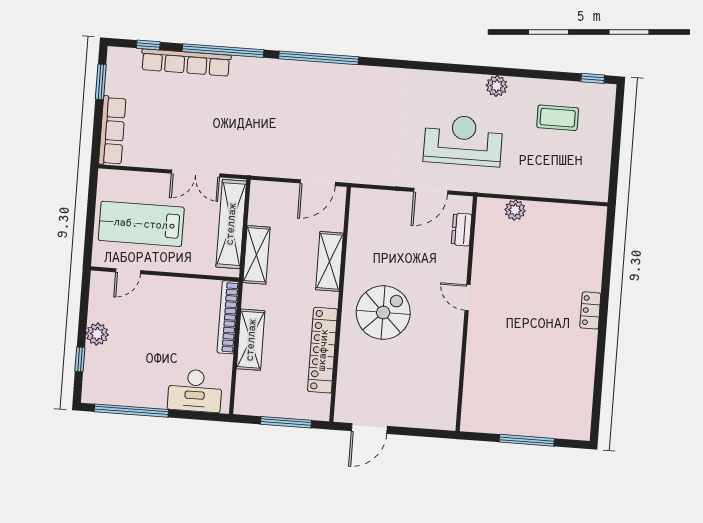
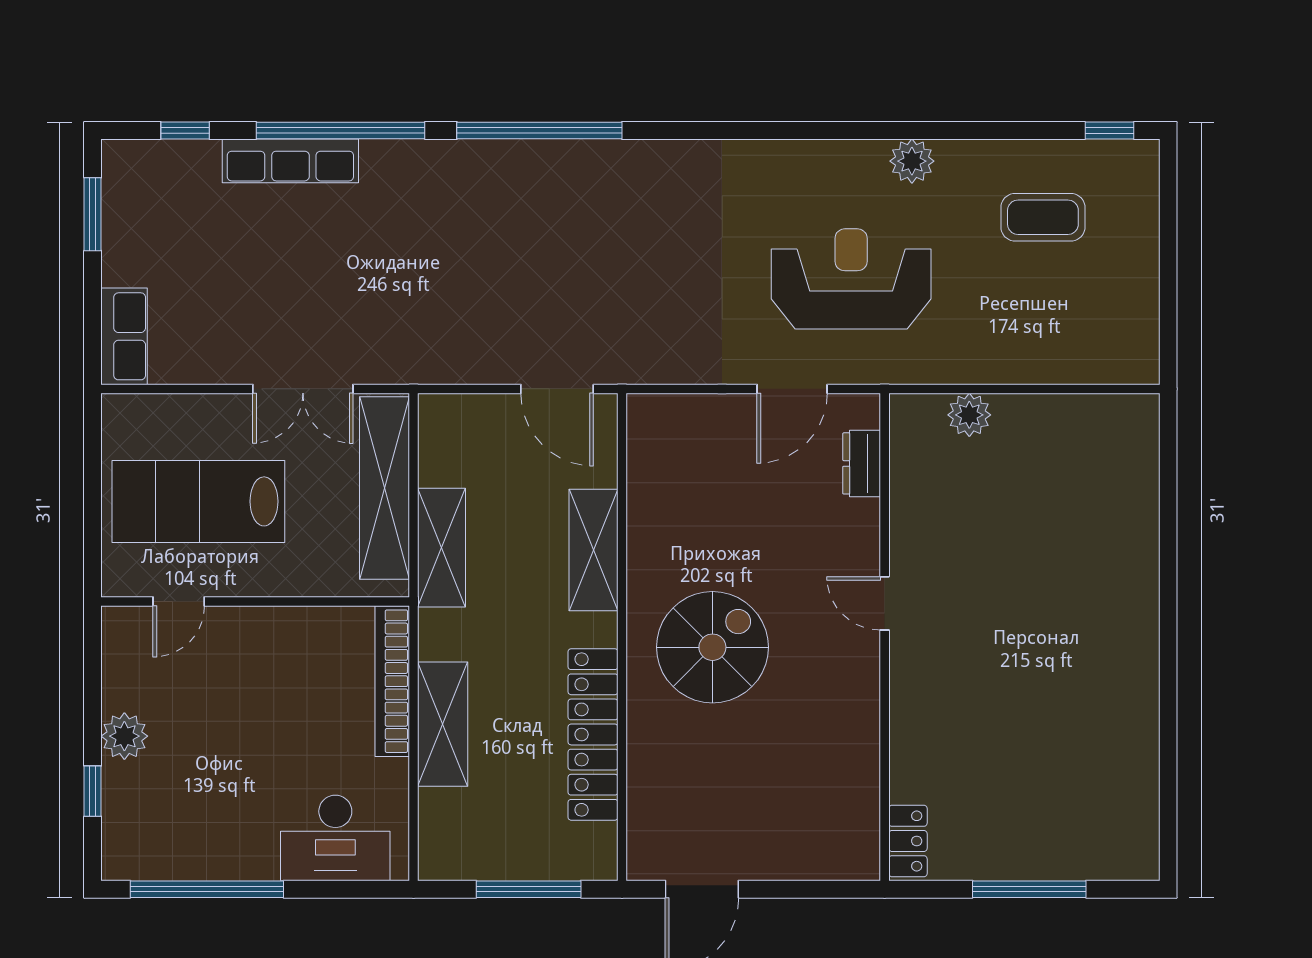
row of seats: (186, 62) -> (290, 161), width x0.73
row of seats: (112, 131) -> (124, 336), width x0.68
door: (318, 183) -> (557, 389), hinge flipped
locker: (590, 310) -> (908, 841), moved, turned 180

